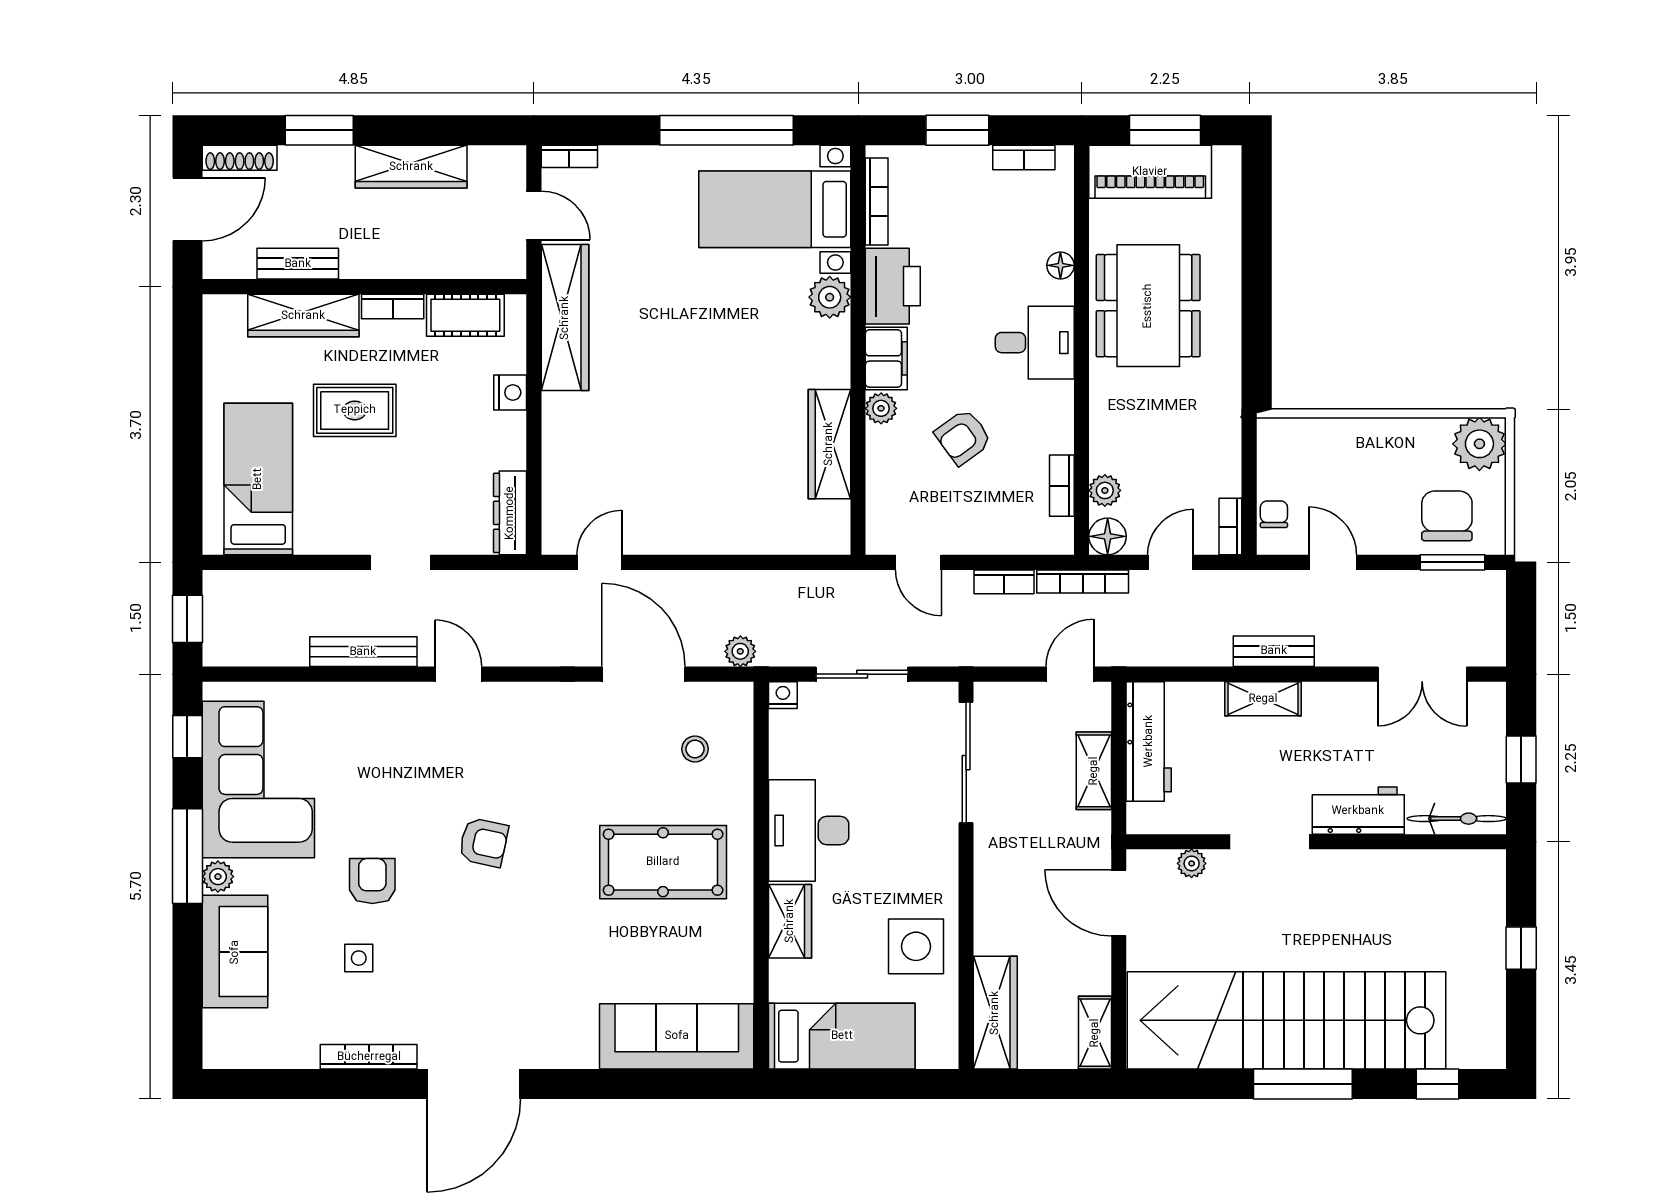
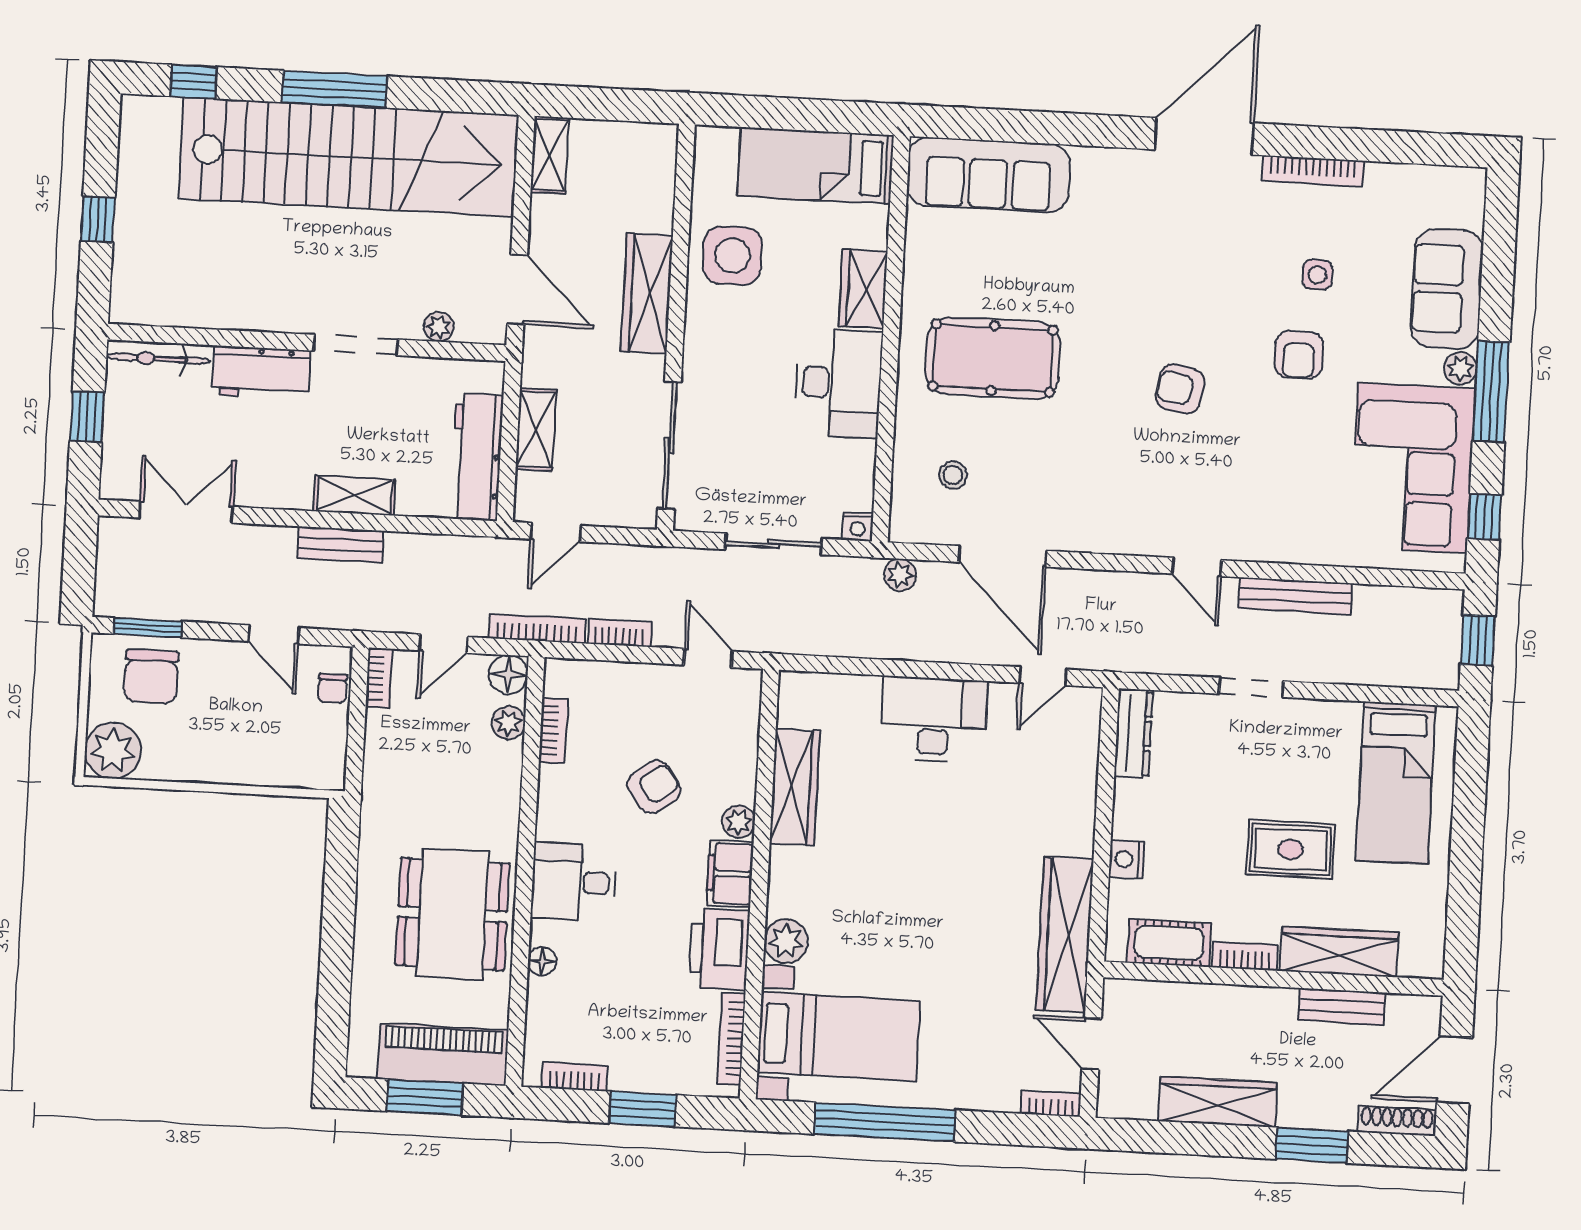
desk: (701, 516) -> (934, 719), added
wardrobe: (995, 1013) -> (647, 293), moved

